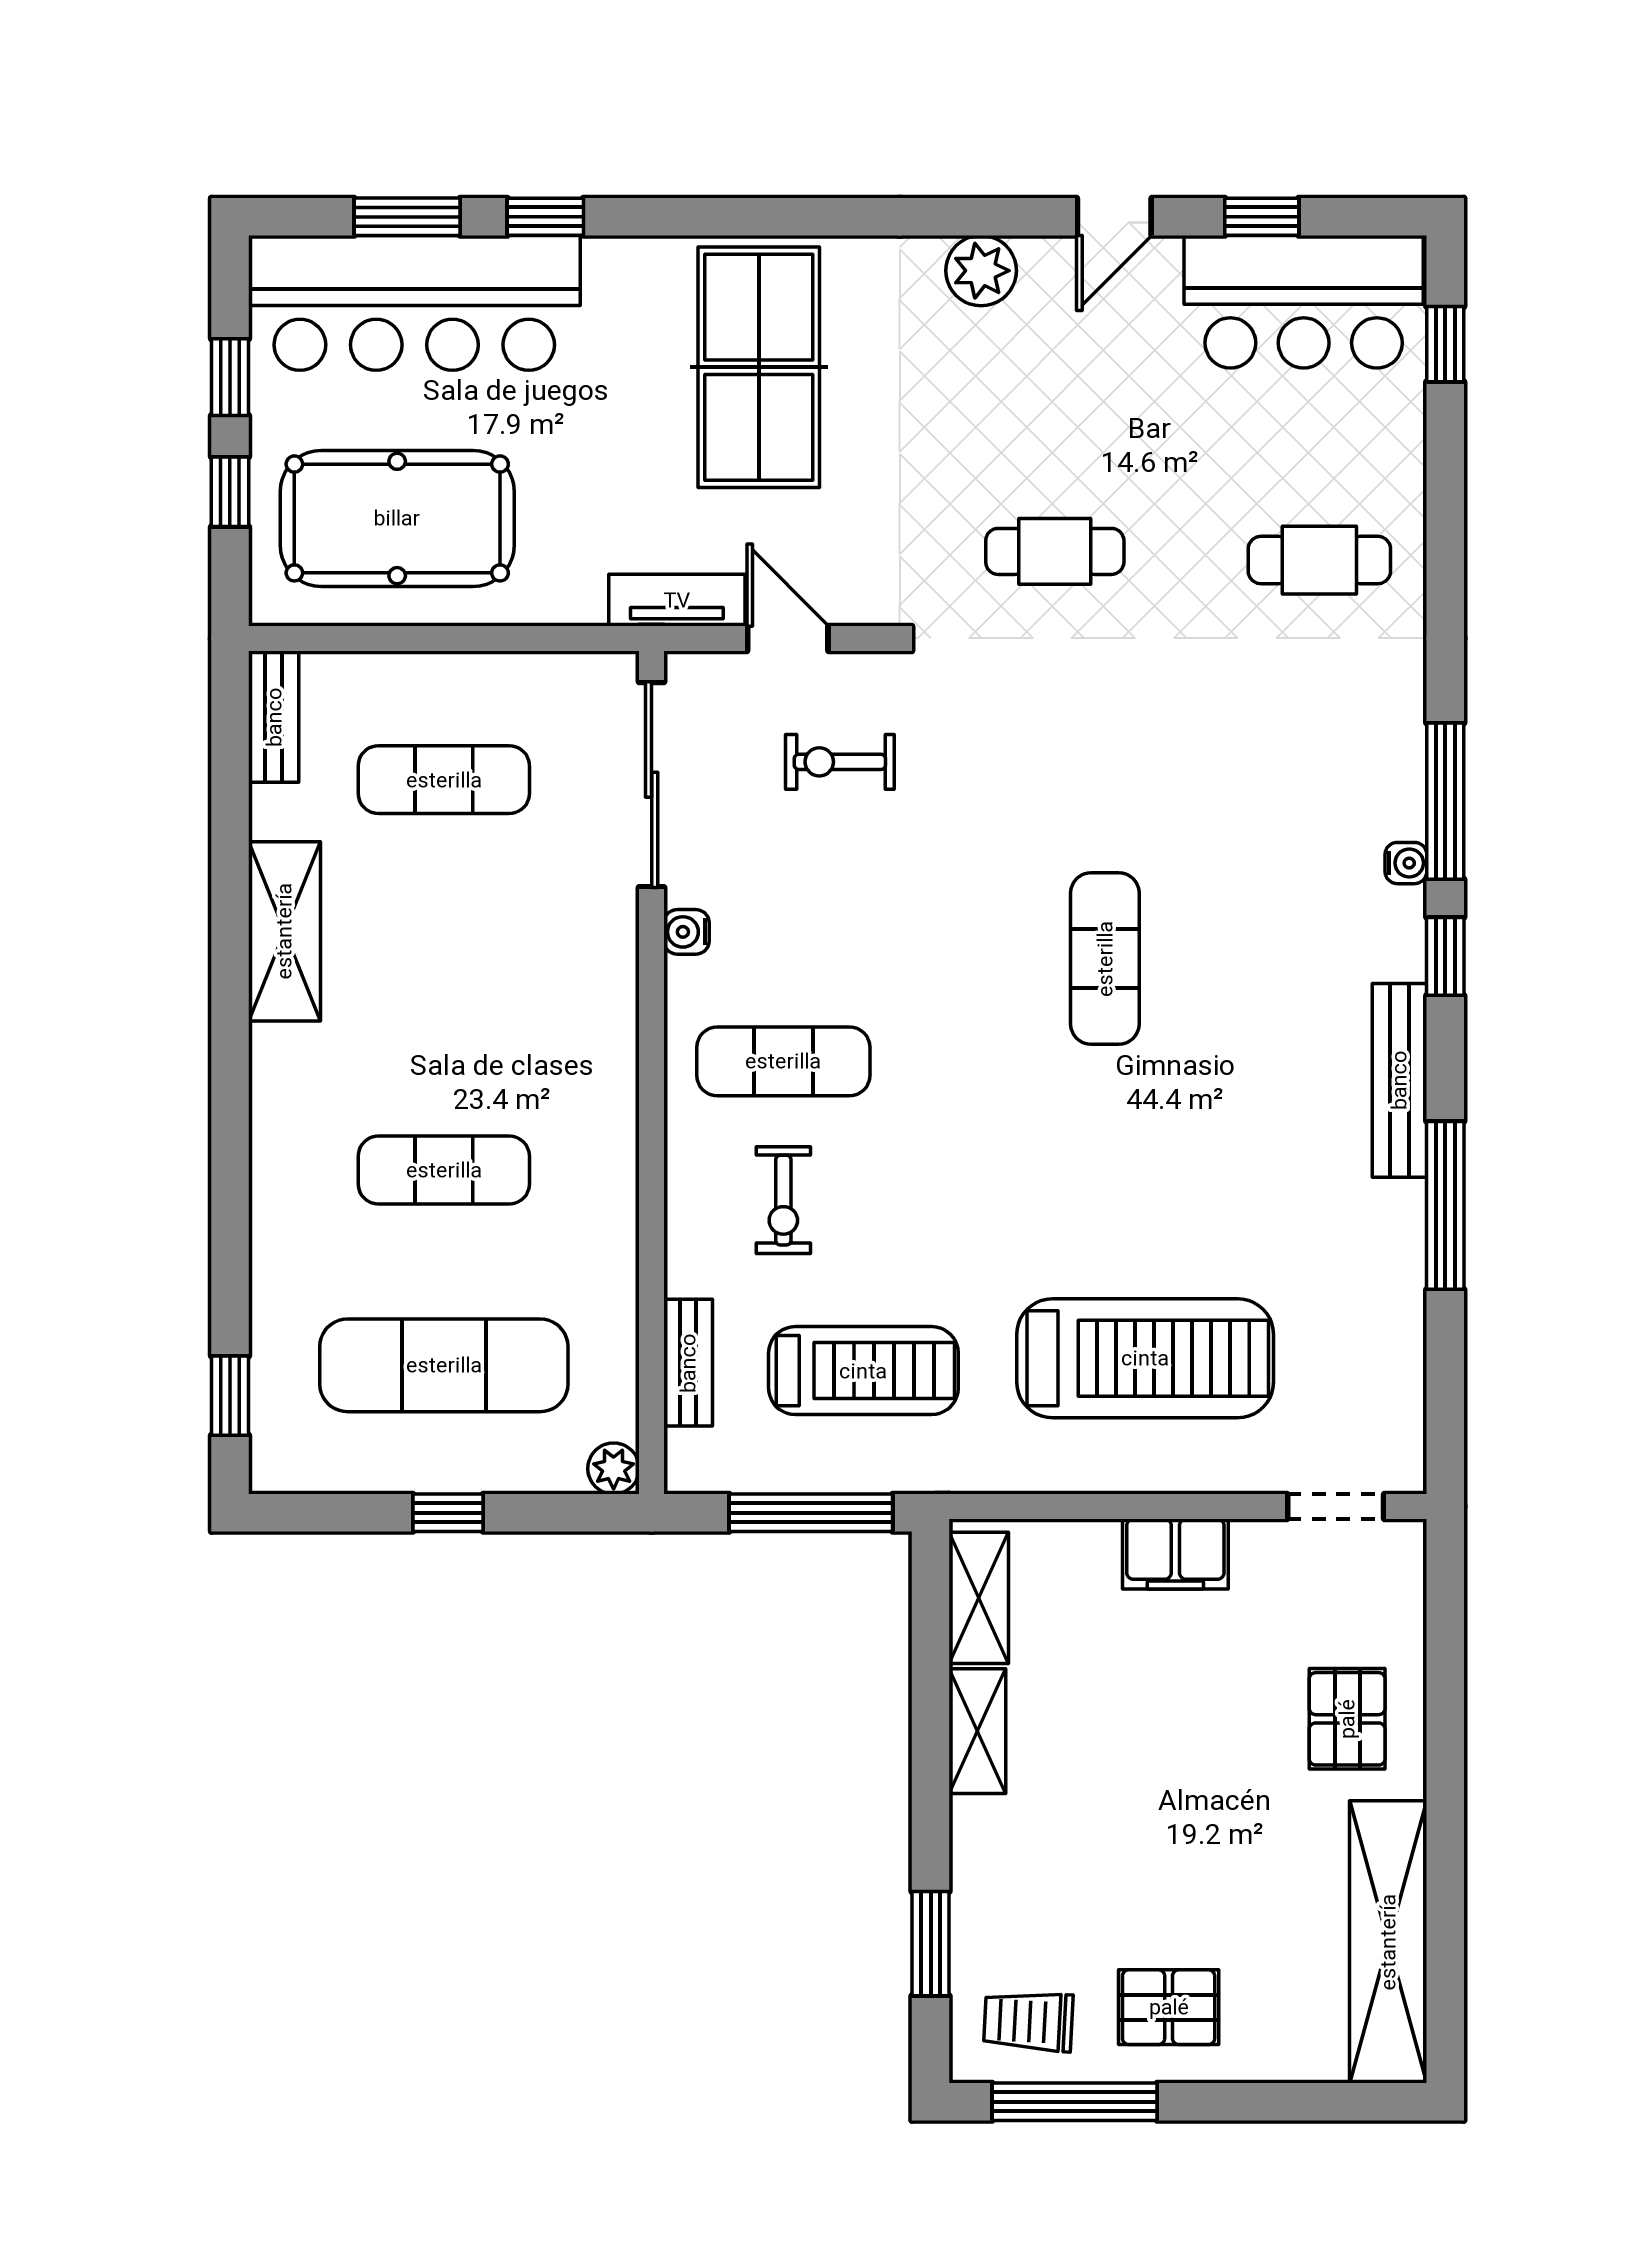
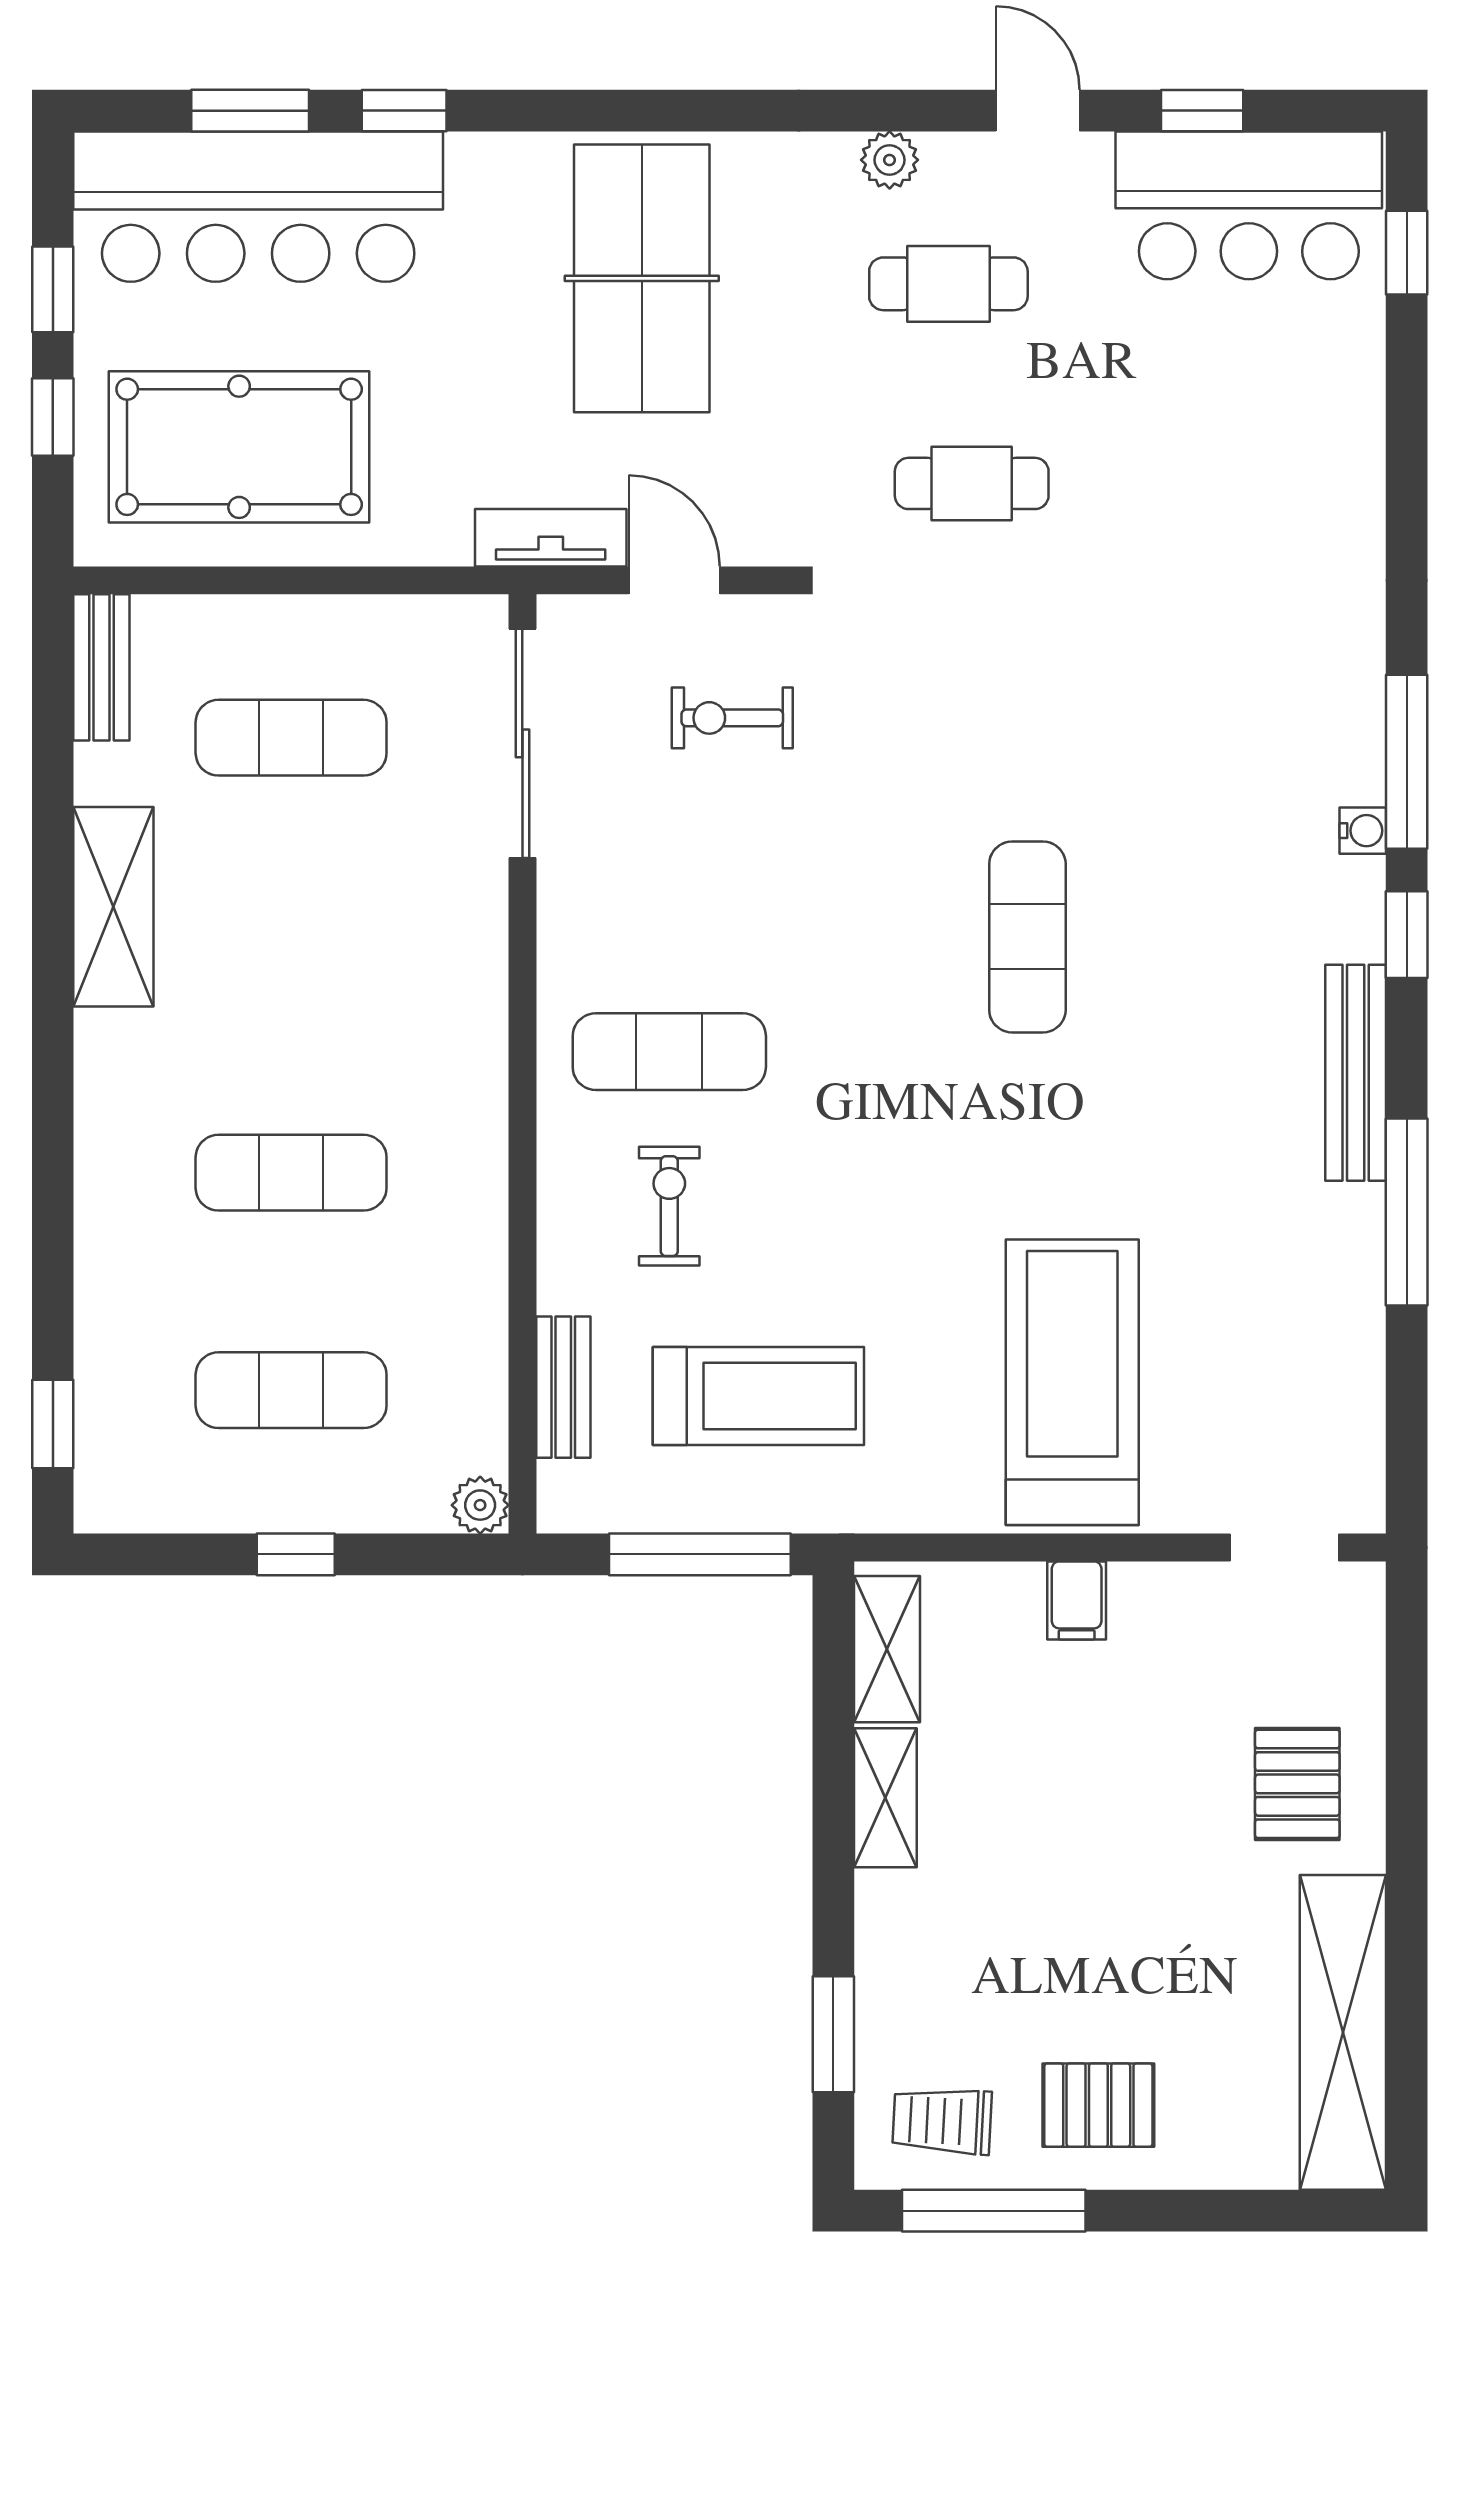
door: (1114, 217) -> (1038, 111), swing flipped
plant: (981, 271) -> (890, 160), width x0.73, depth x0.73
cafe table: (1319, 560) -> (948, 284), moved
water cooler: (686, 932) -> (561, 907), removed
exercise bike: (783, 1200) -> (669, 1206), turned 180
treadmill: (1145, 1358) -> (1072, 1382), turned -90
exercise mat: (444, 1365) -> (291, 1390), width x0.73, depth x0.69
filing cabinet: (1175, 1554) -> (1077, 1600), width x0.50

